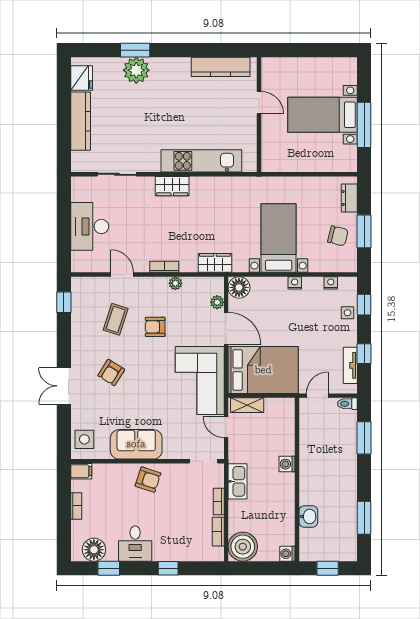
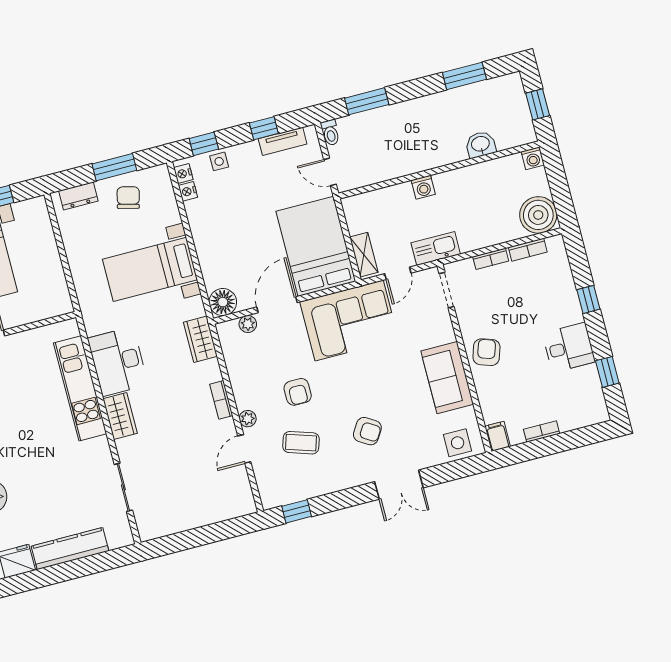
desk: (90, 226) -> (118, 362), moved, turned 90
plant: (175, 283) -> (248, 419), moved
nightstand: (295, 283) -> (183, 174), moved
kitchen sink: (238, 481) -> (436, 248), moved
floor lamp: (94, 550) -> (589, 396), removed

